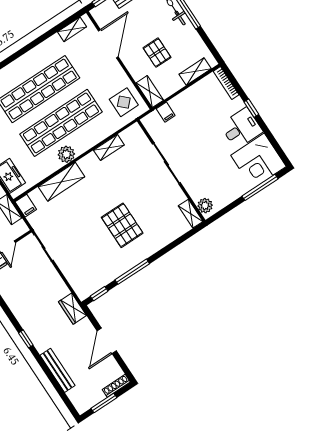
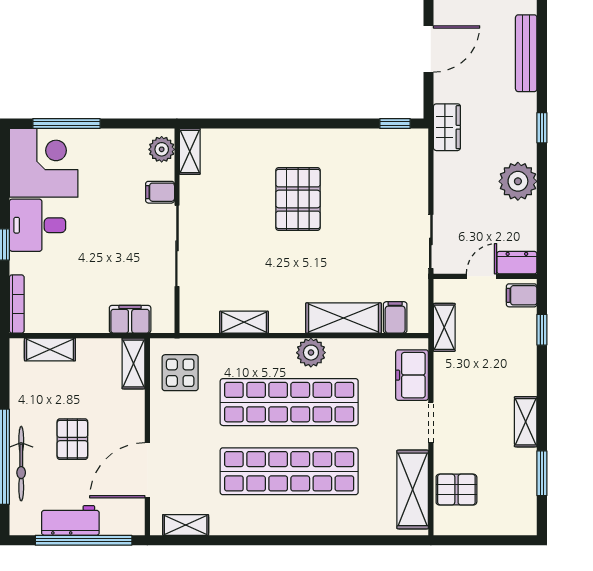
pallet: (157, 53) -> (72, 439), moved
filing cabinet: (166, 112) -> (130, 319), width x2.00
filing cabinet: (192, 184) -> (160, 192), added
filing cabinet: (26, 206) -> (395, 317), moved
window: (132, 272) -> (327, 124), removed
plant: (20, 305) -> (518, 181), added

